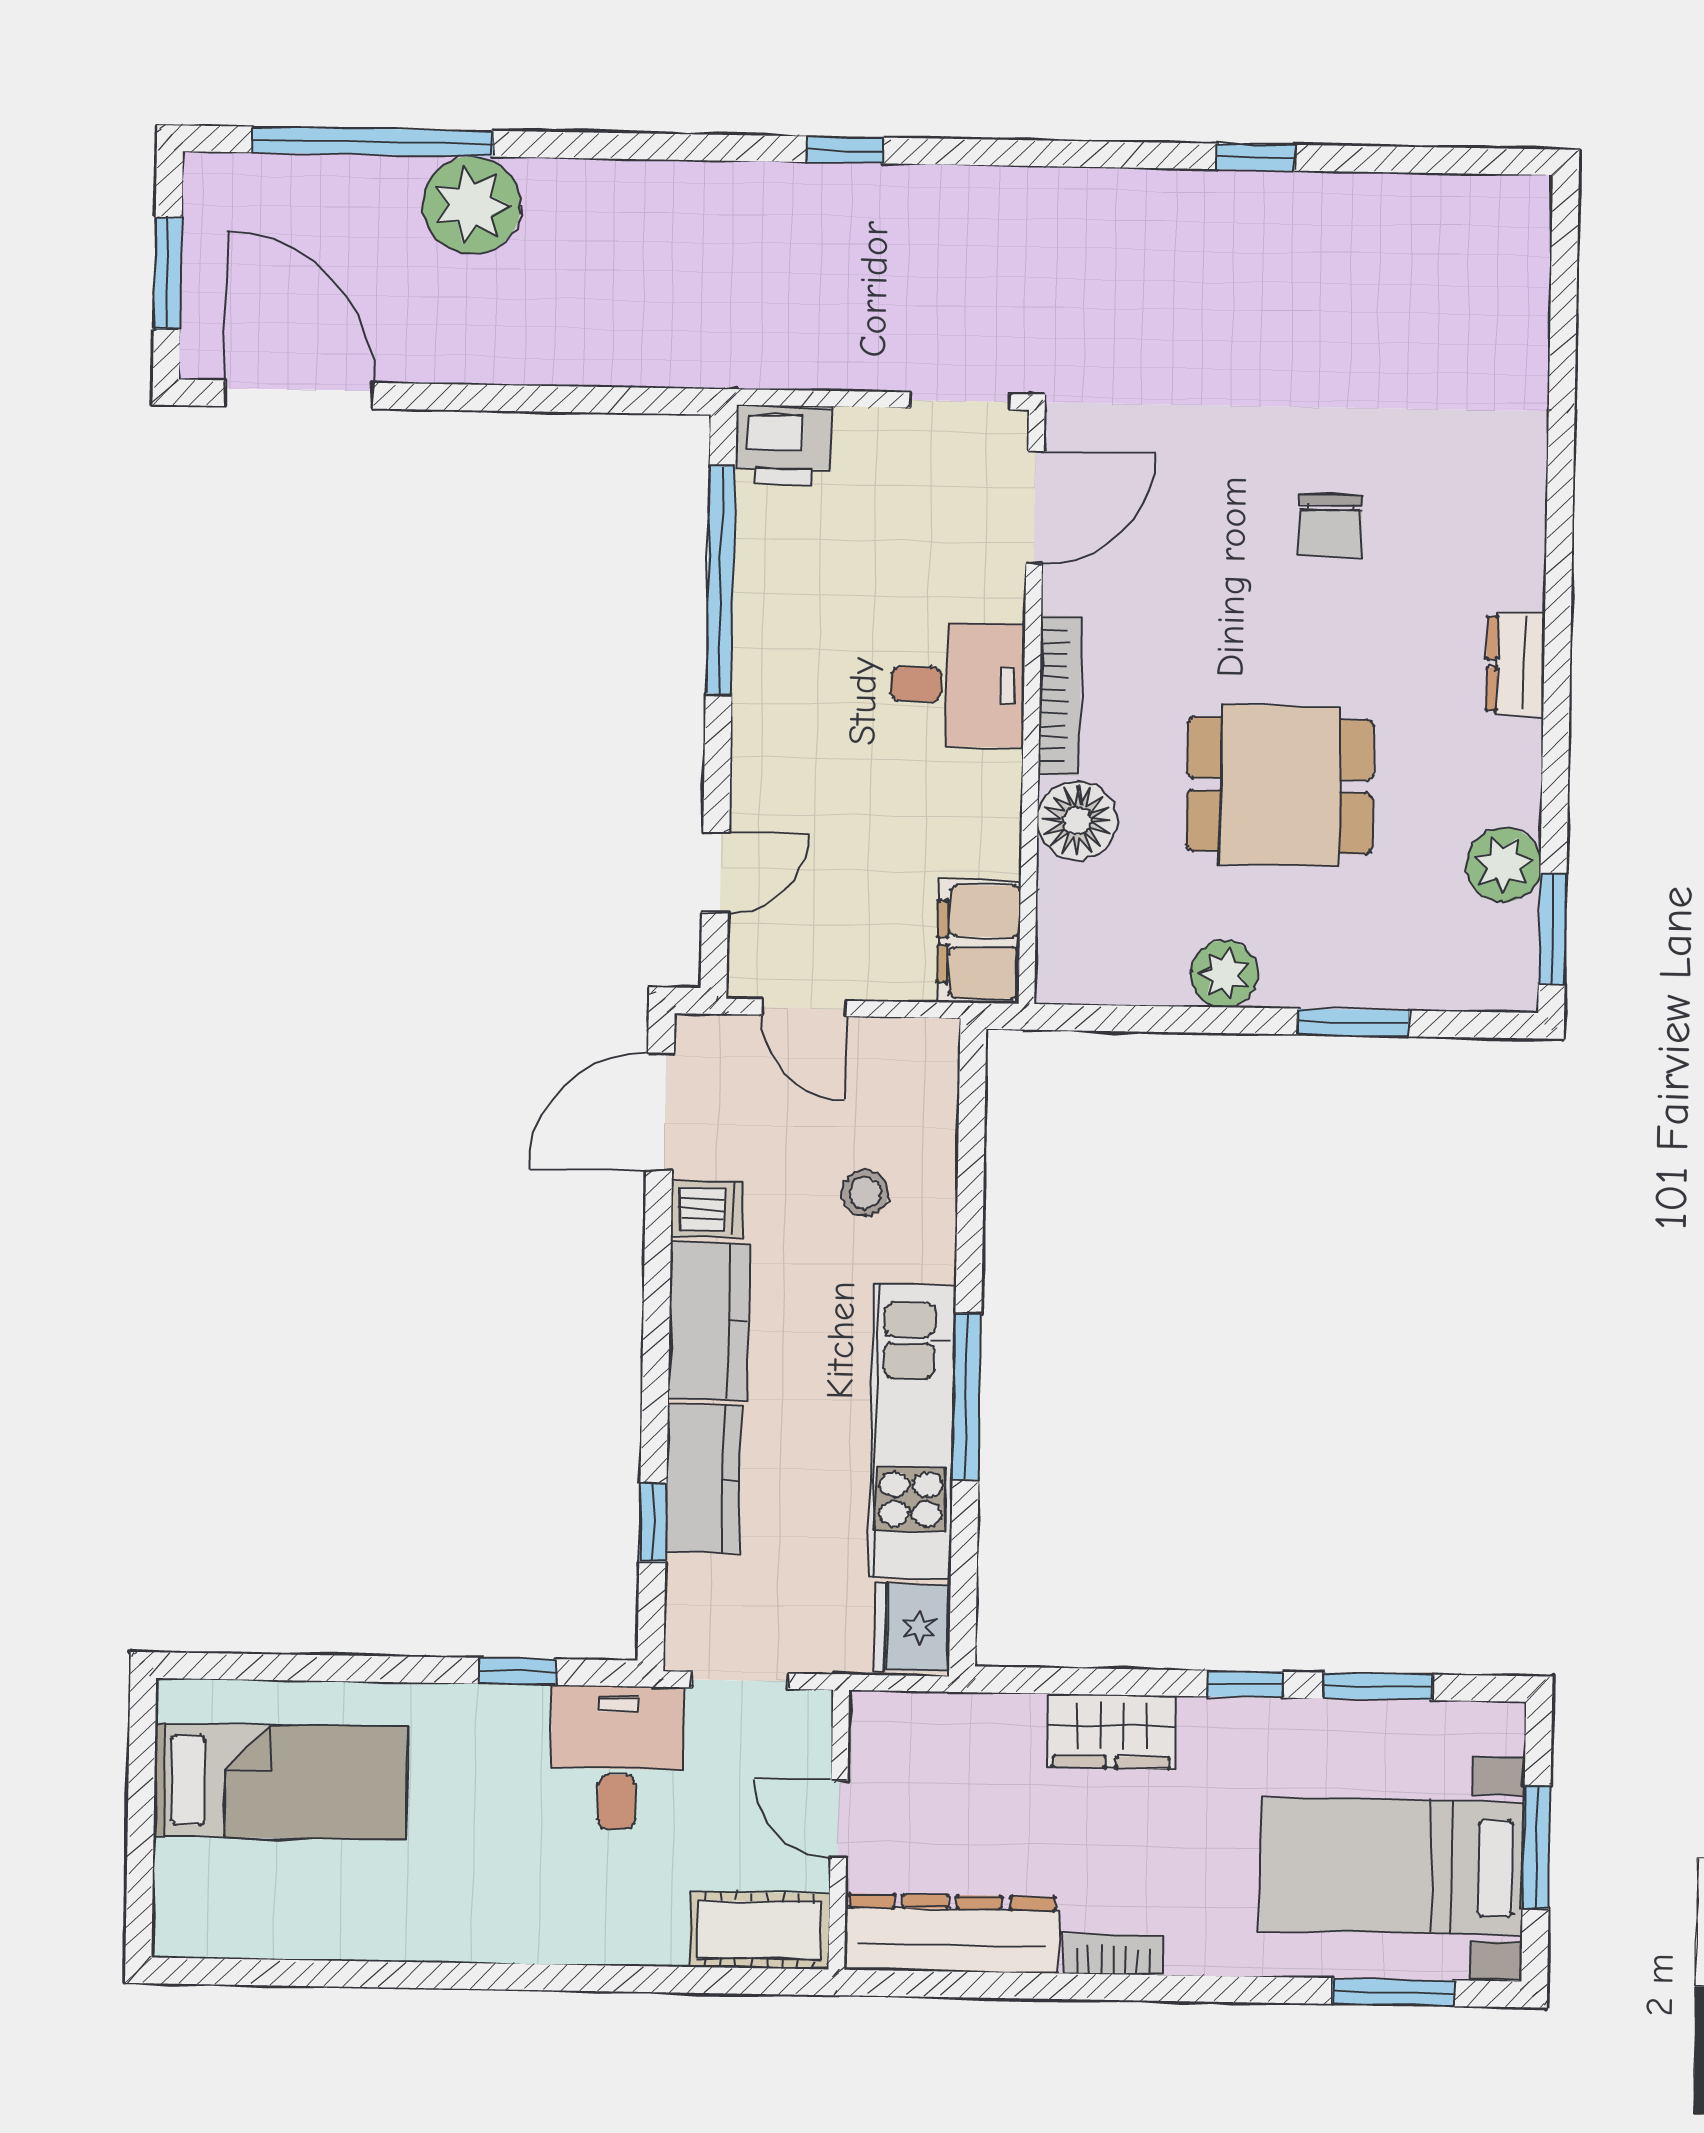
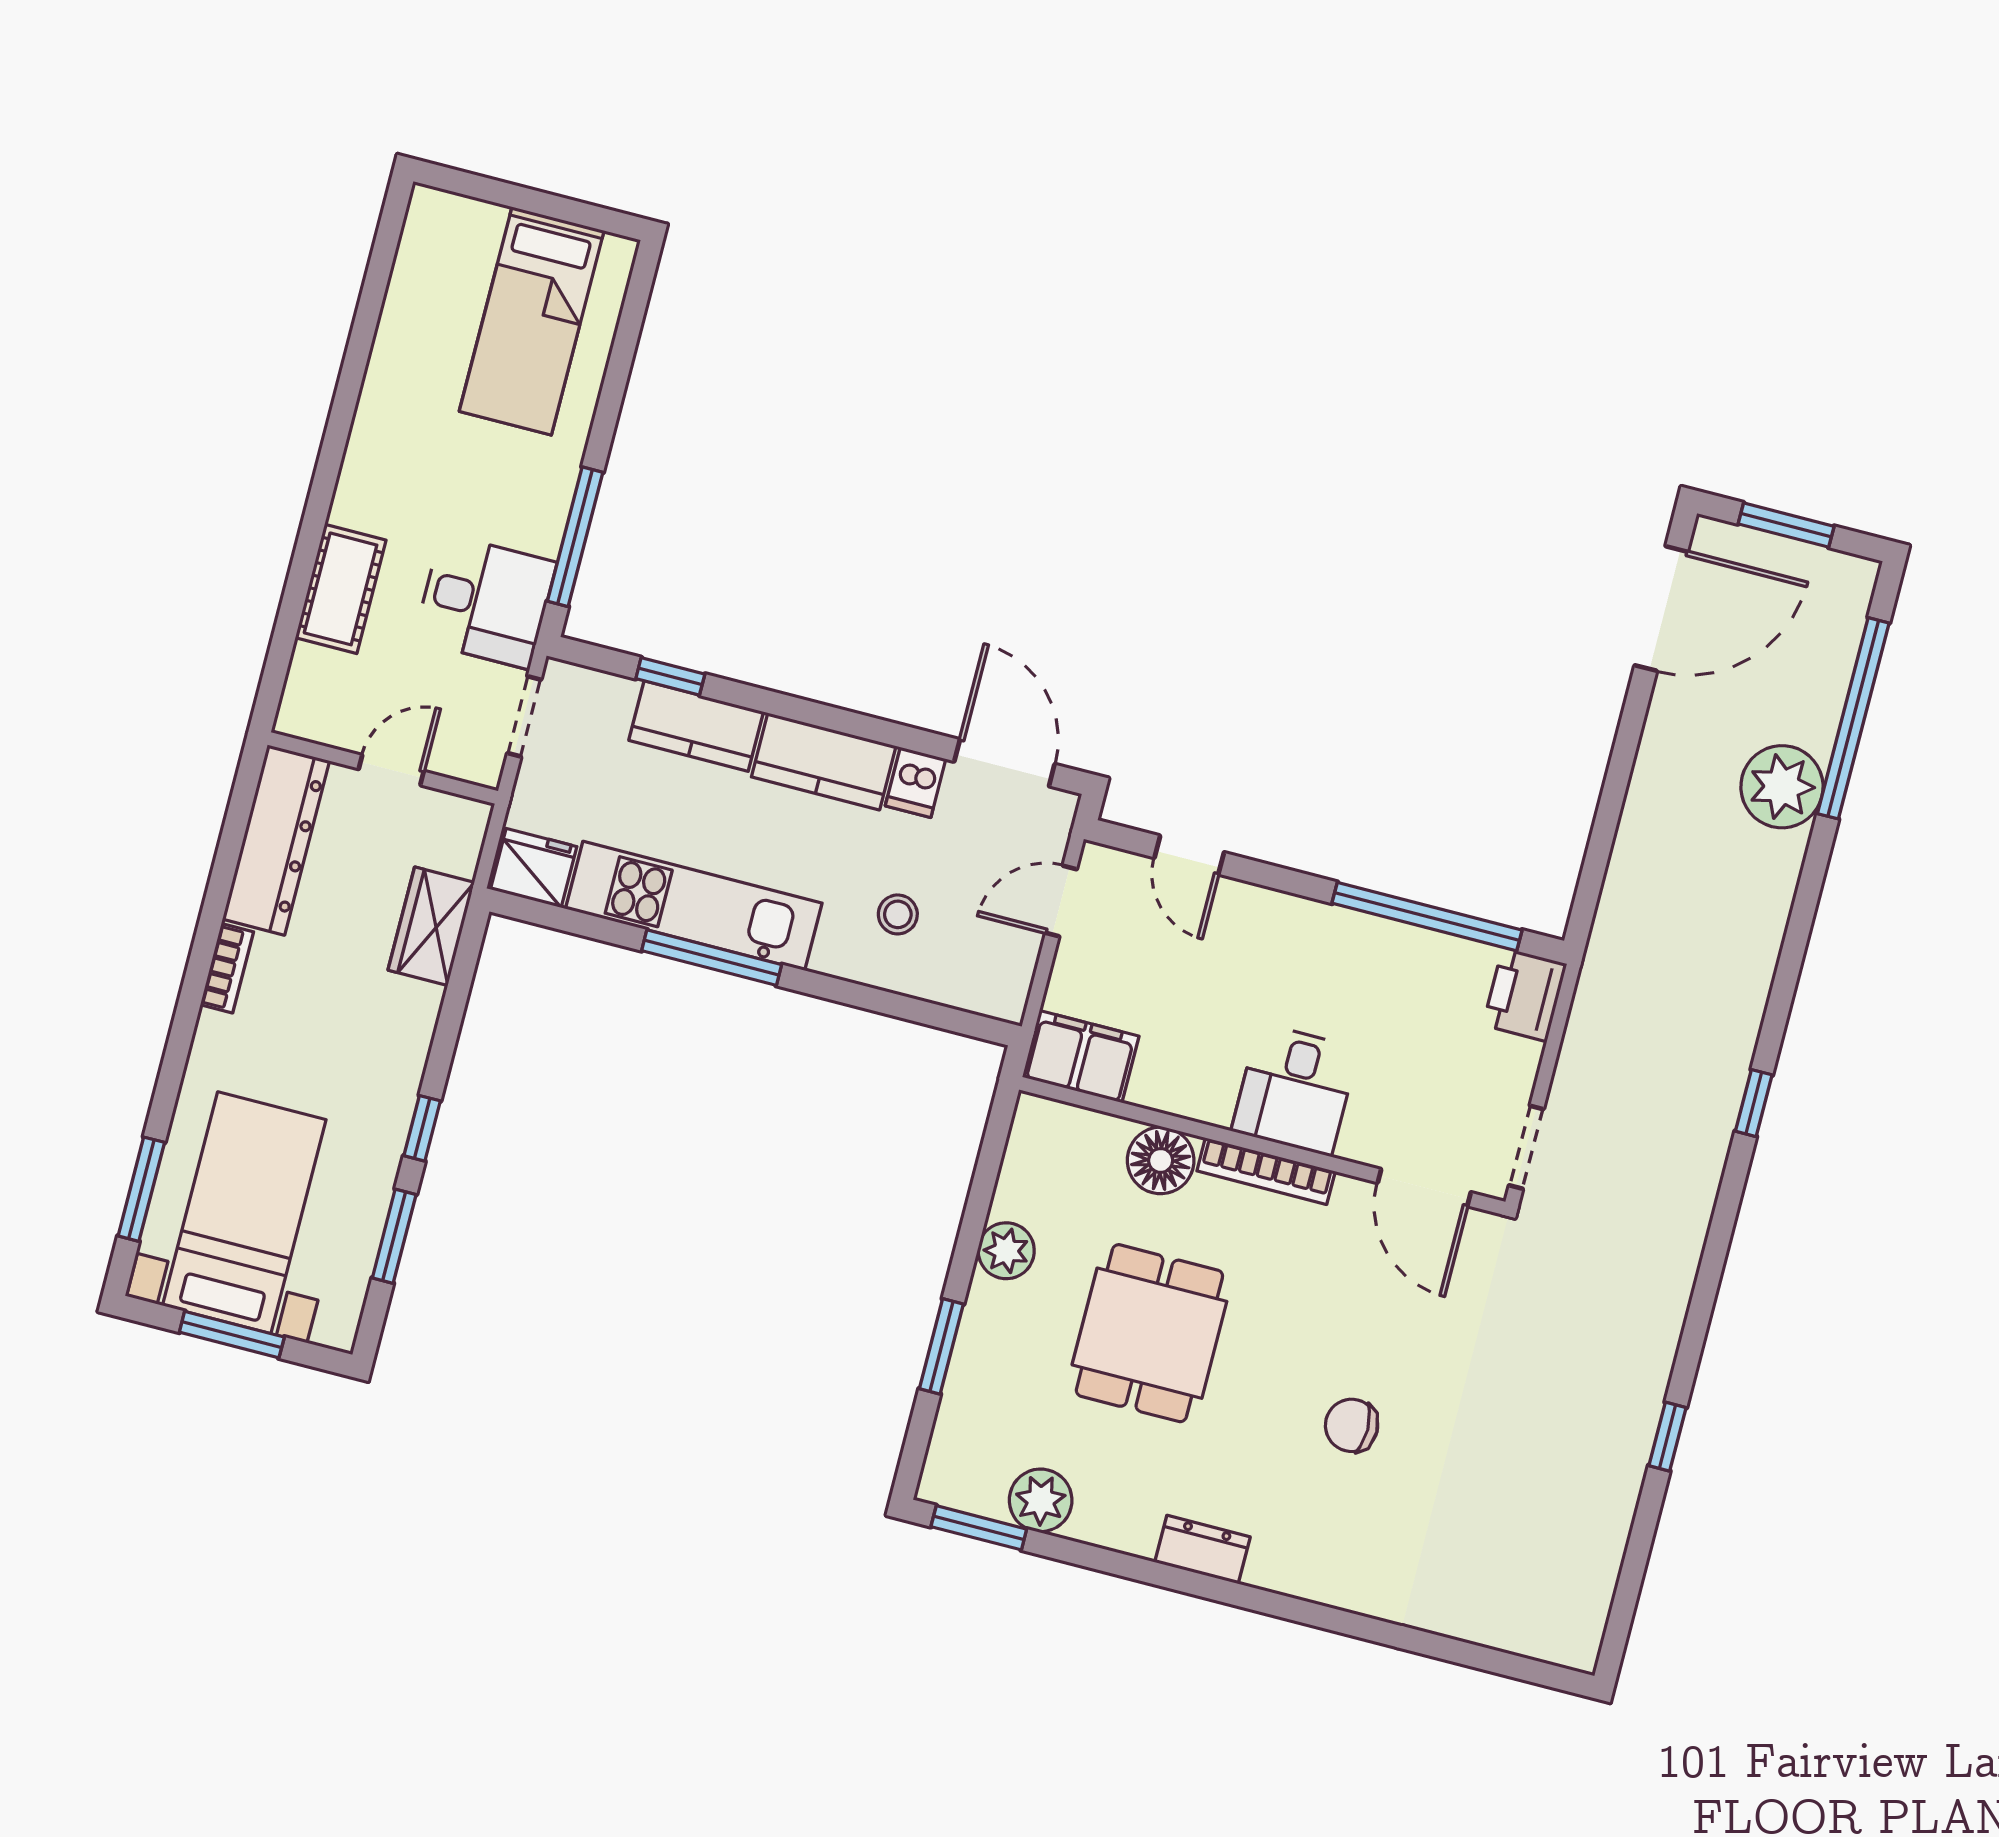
window: (518, 1671) -> (575, 537), width x2.17
wardrobe: (1111, 1731) -> (431, 926), moved
cot: (759, 1930) -> (341, 589), moved

